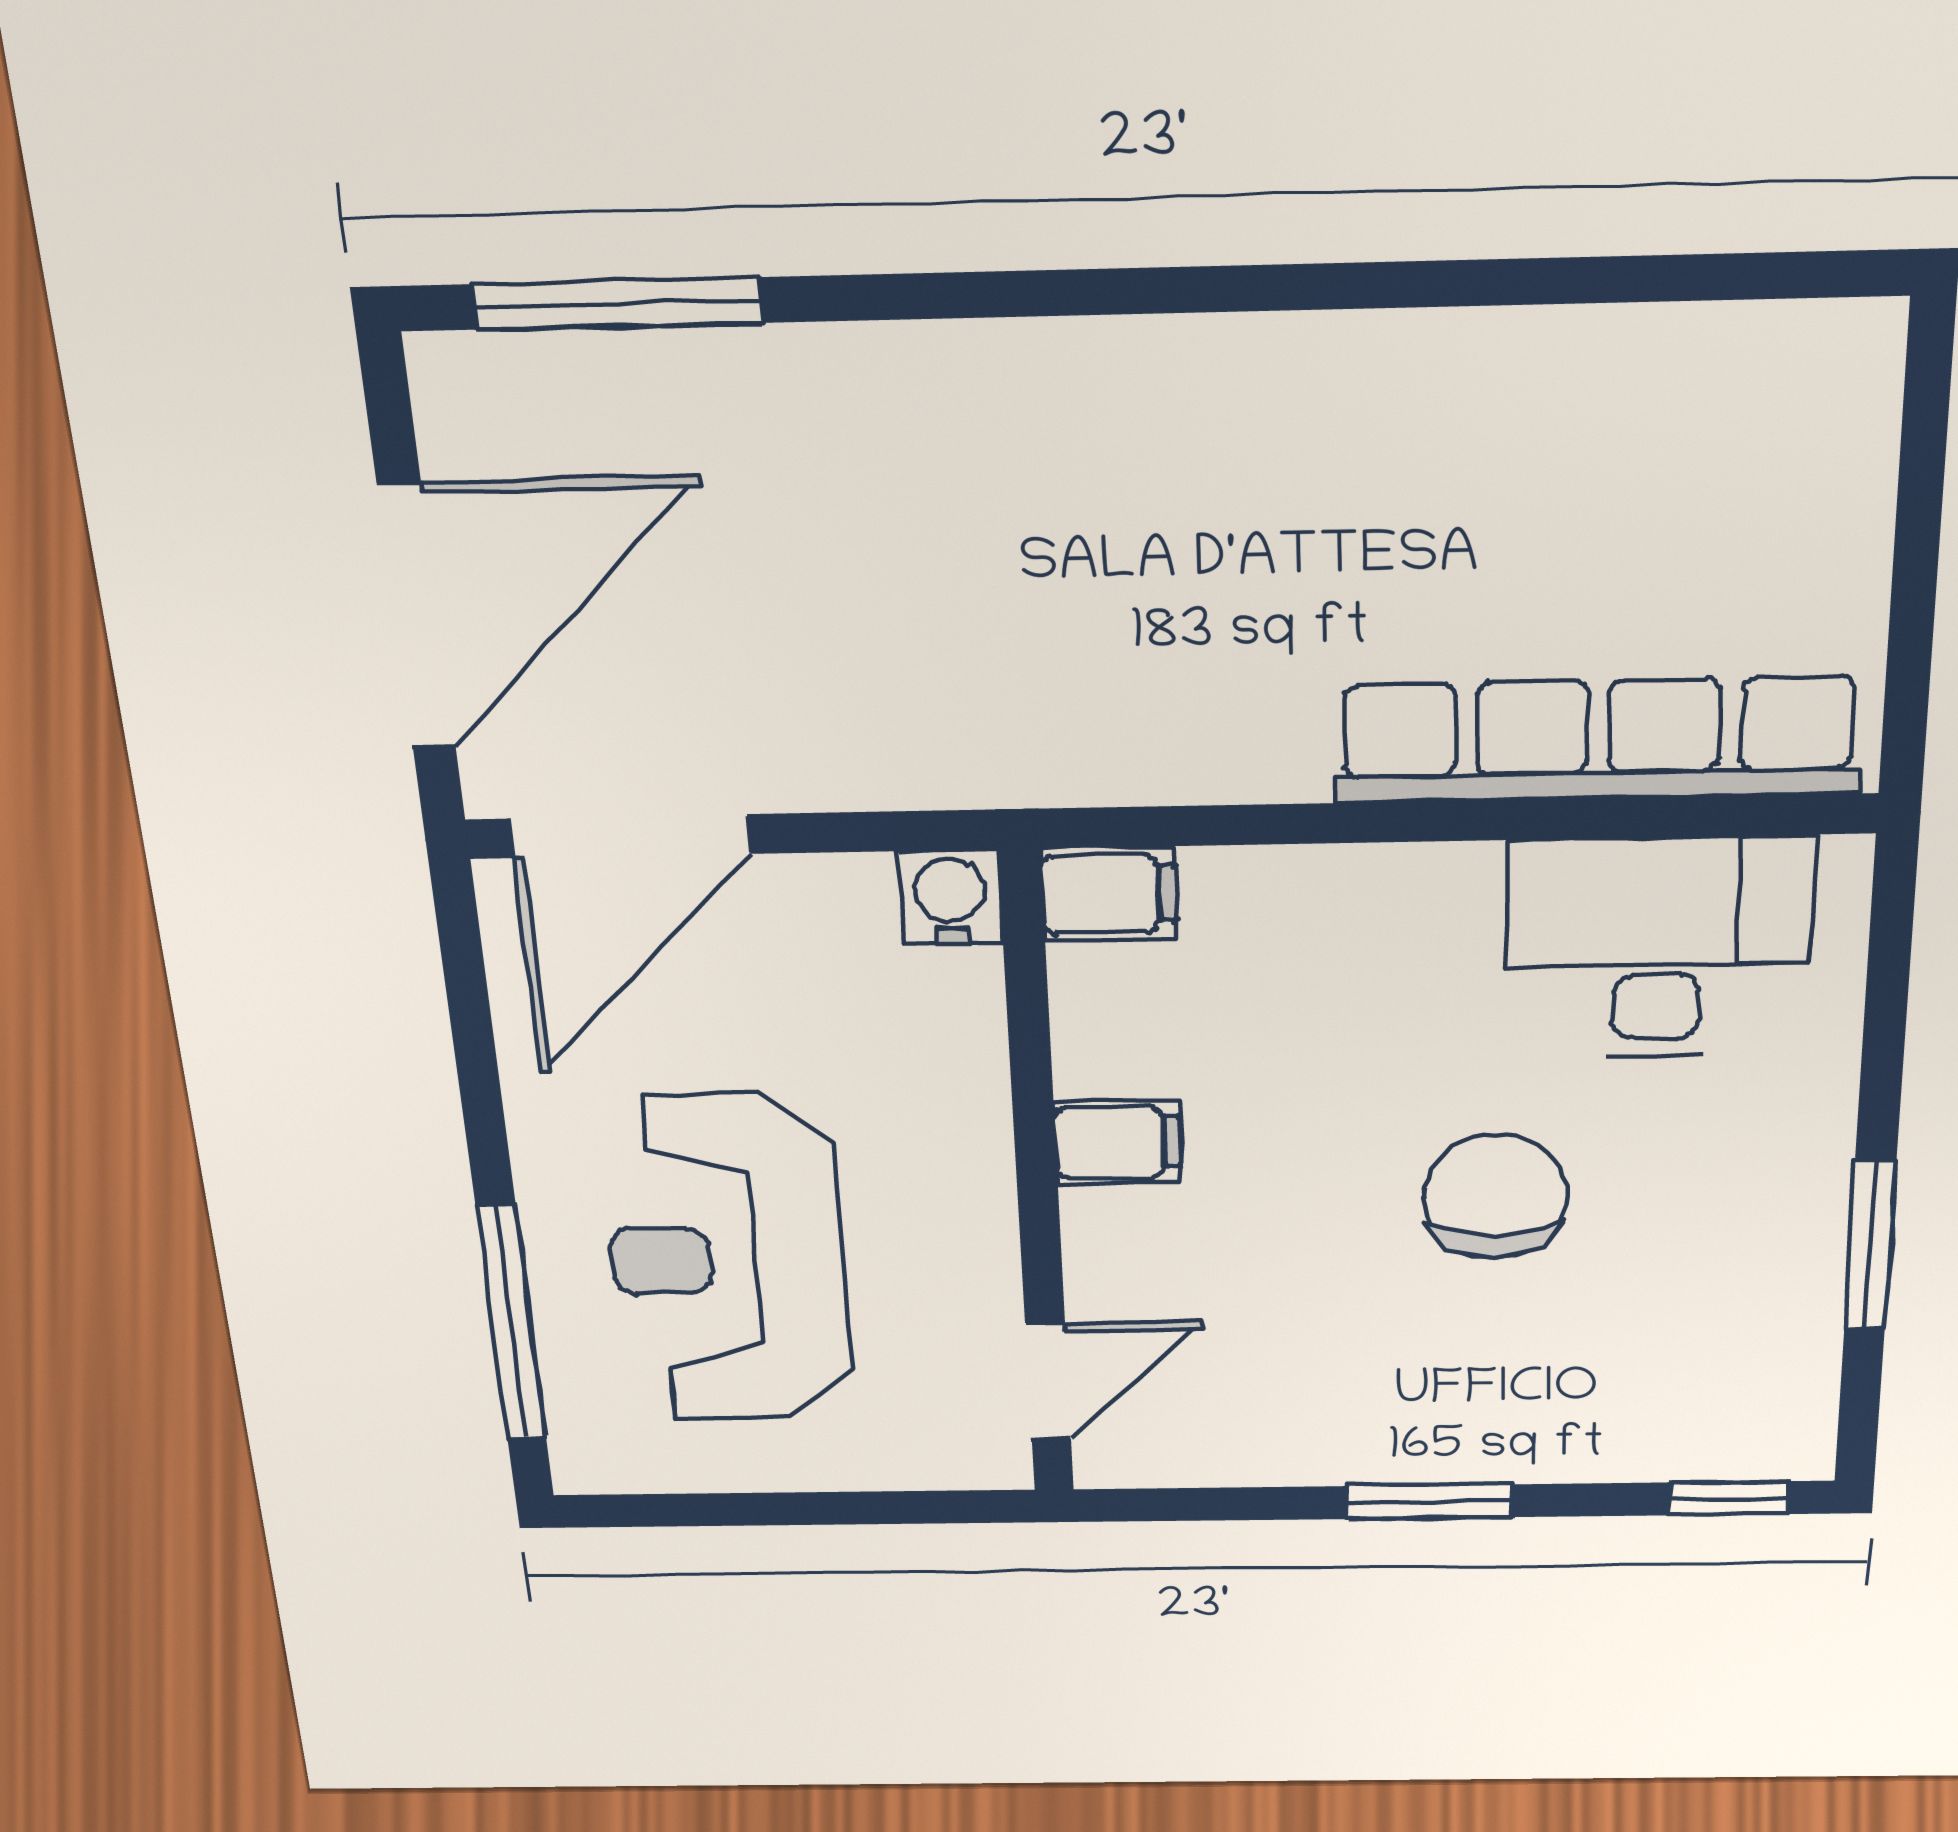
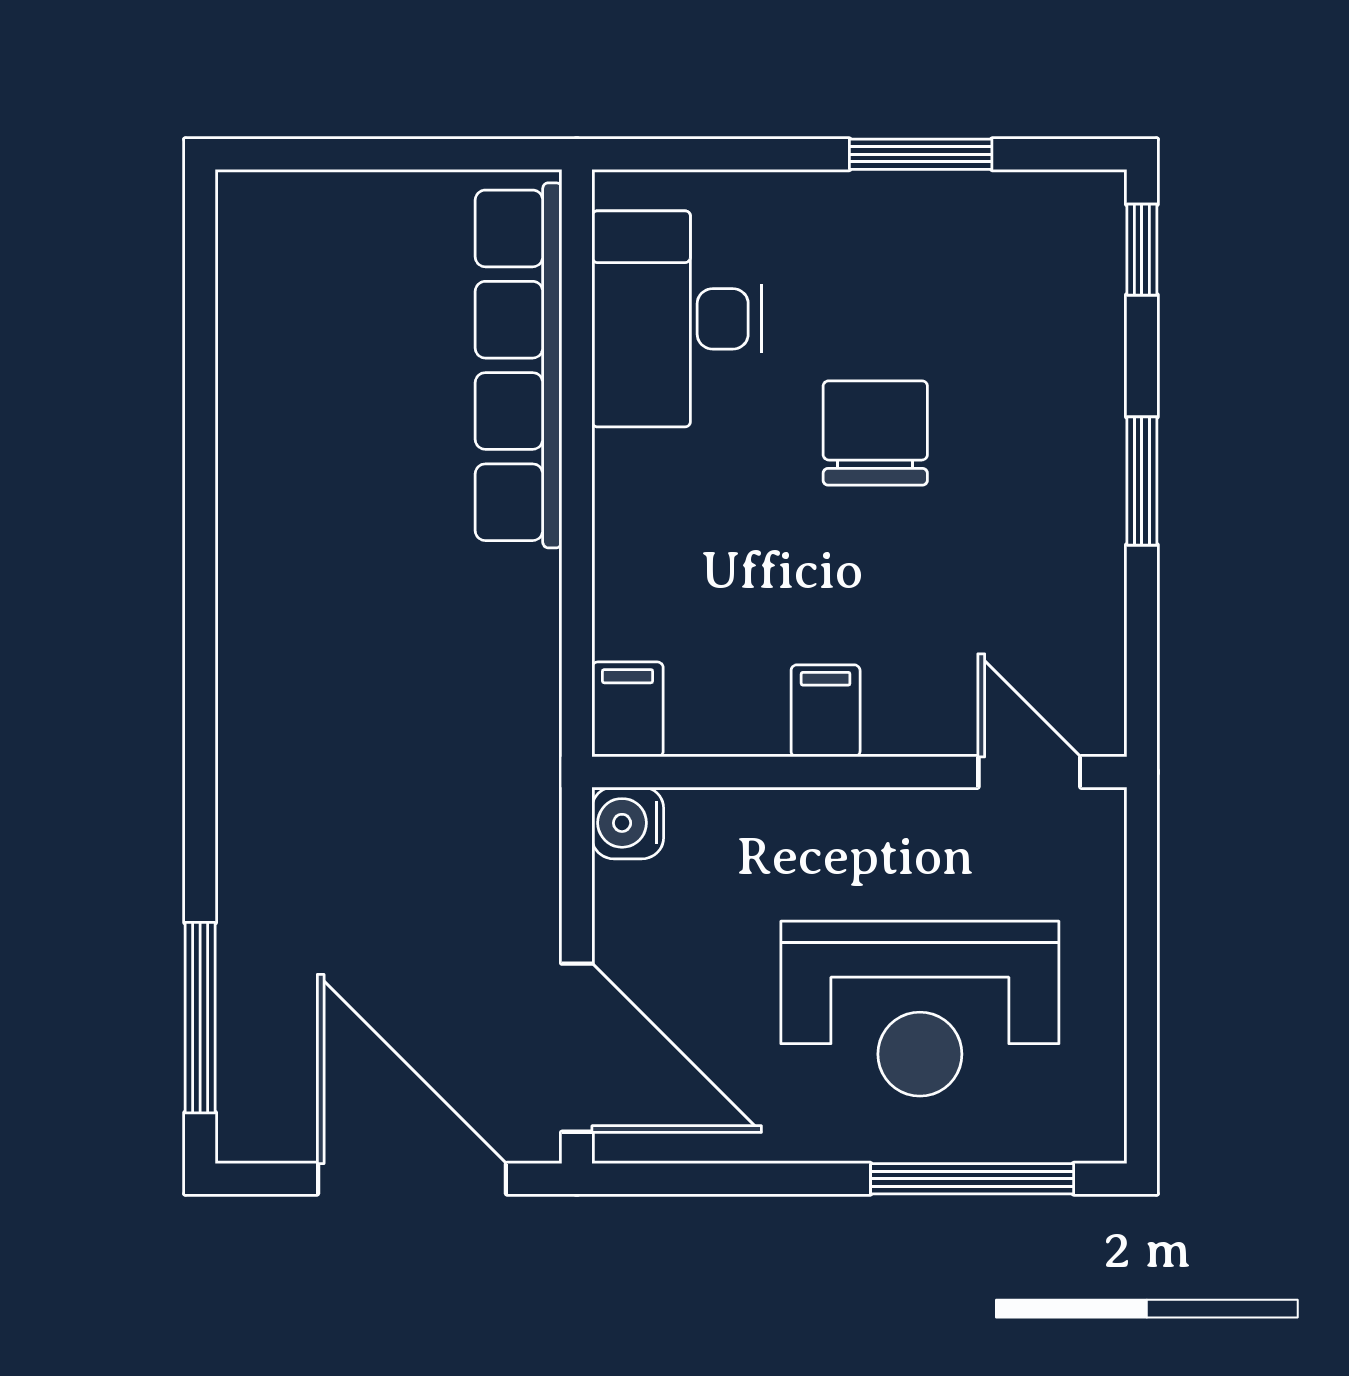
chair: (1495, 1196) -> (875, 433), turned 90

